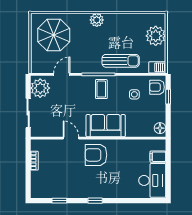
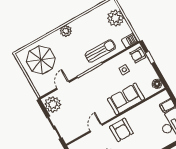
coffee table: (101, 89) -> (98, 80), removed
sofa: (106, 126) -> (126, 99), moved
door: (71, 138) -> (96, 128), hinge flipped
armchair: (96, 155) -> (121, 130), turned -90

